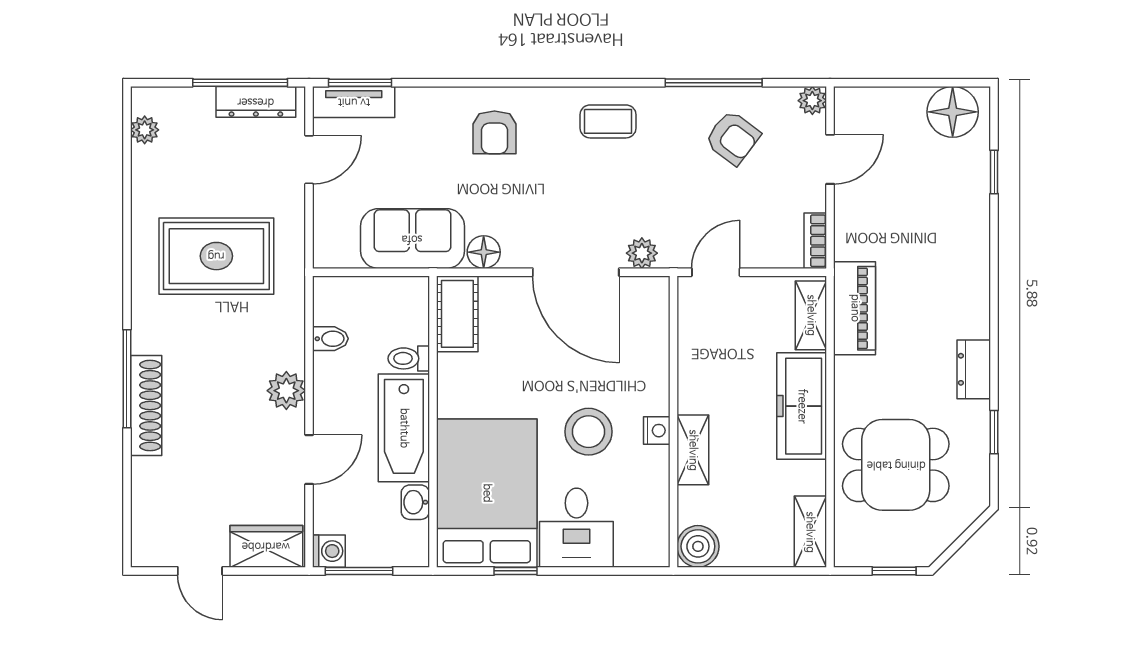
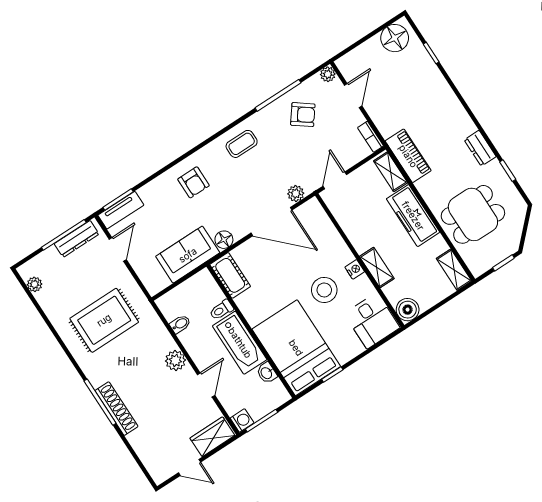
desk: (576, 528) -> (372, 321), moved

